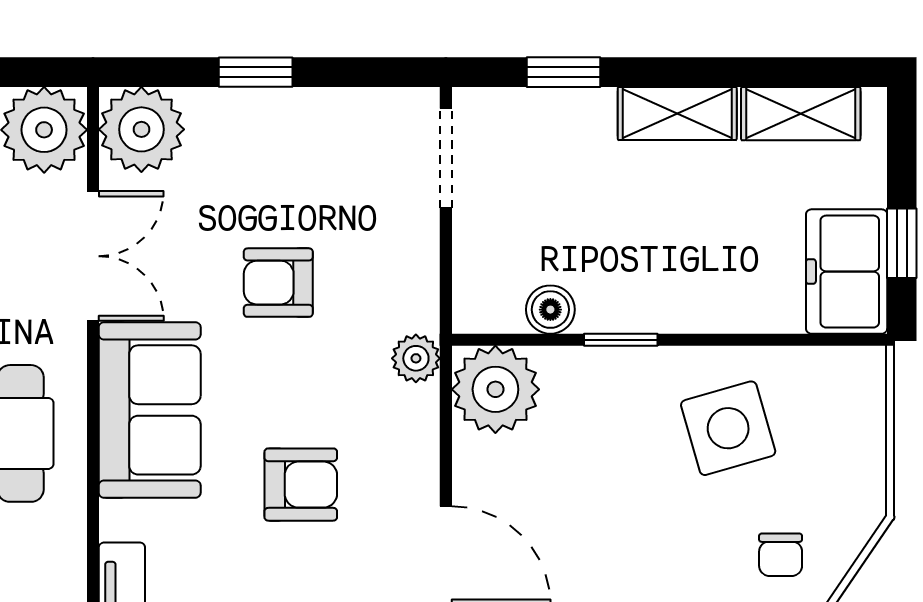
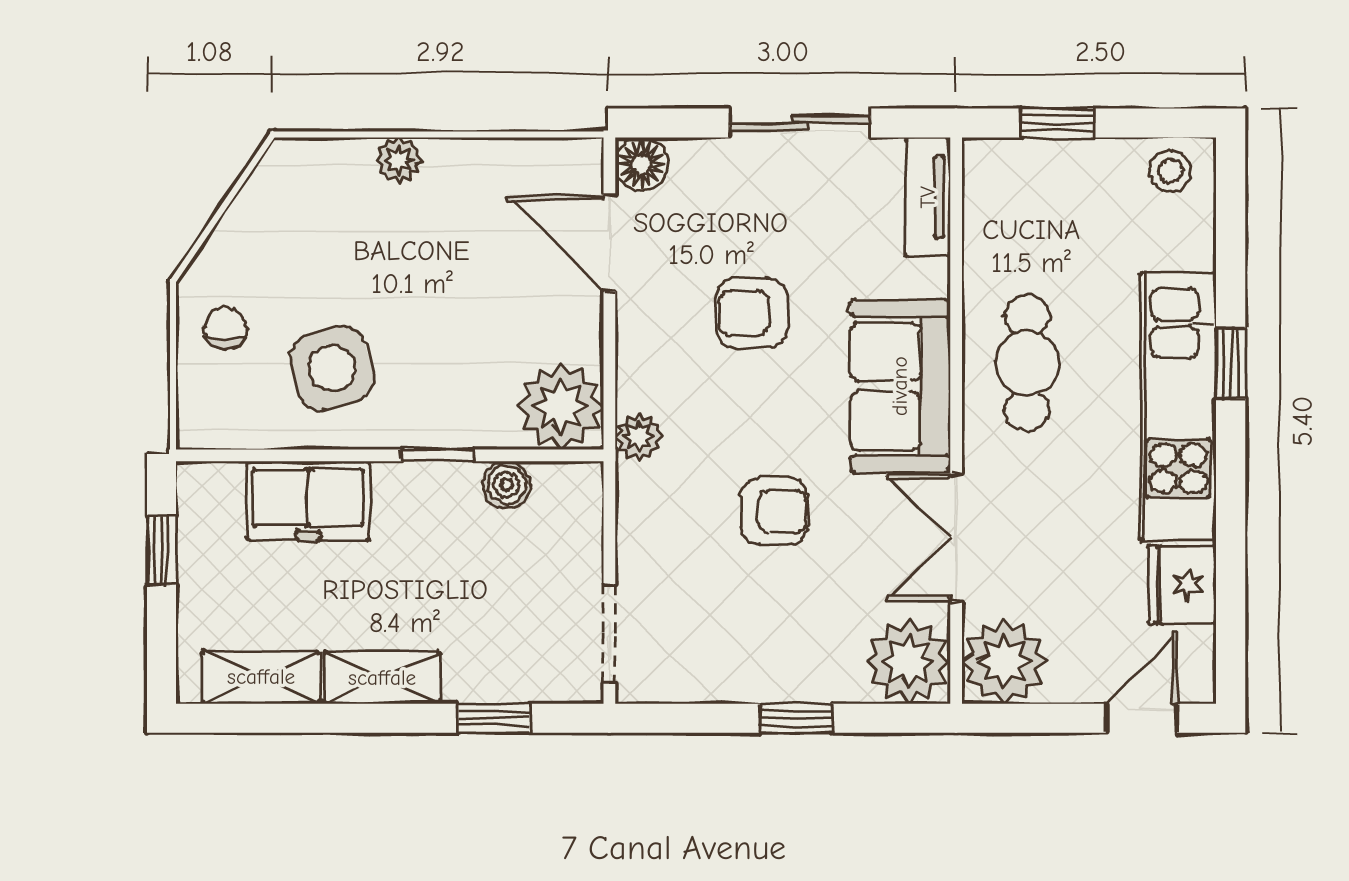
freezer: (847, 272) -> (308, 501), moved, turned 90
chair: (781, 555) -> (226, 328), moved

